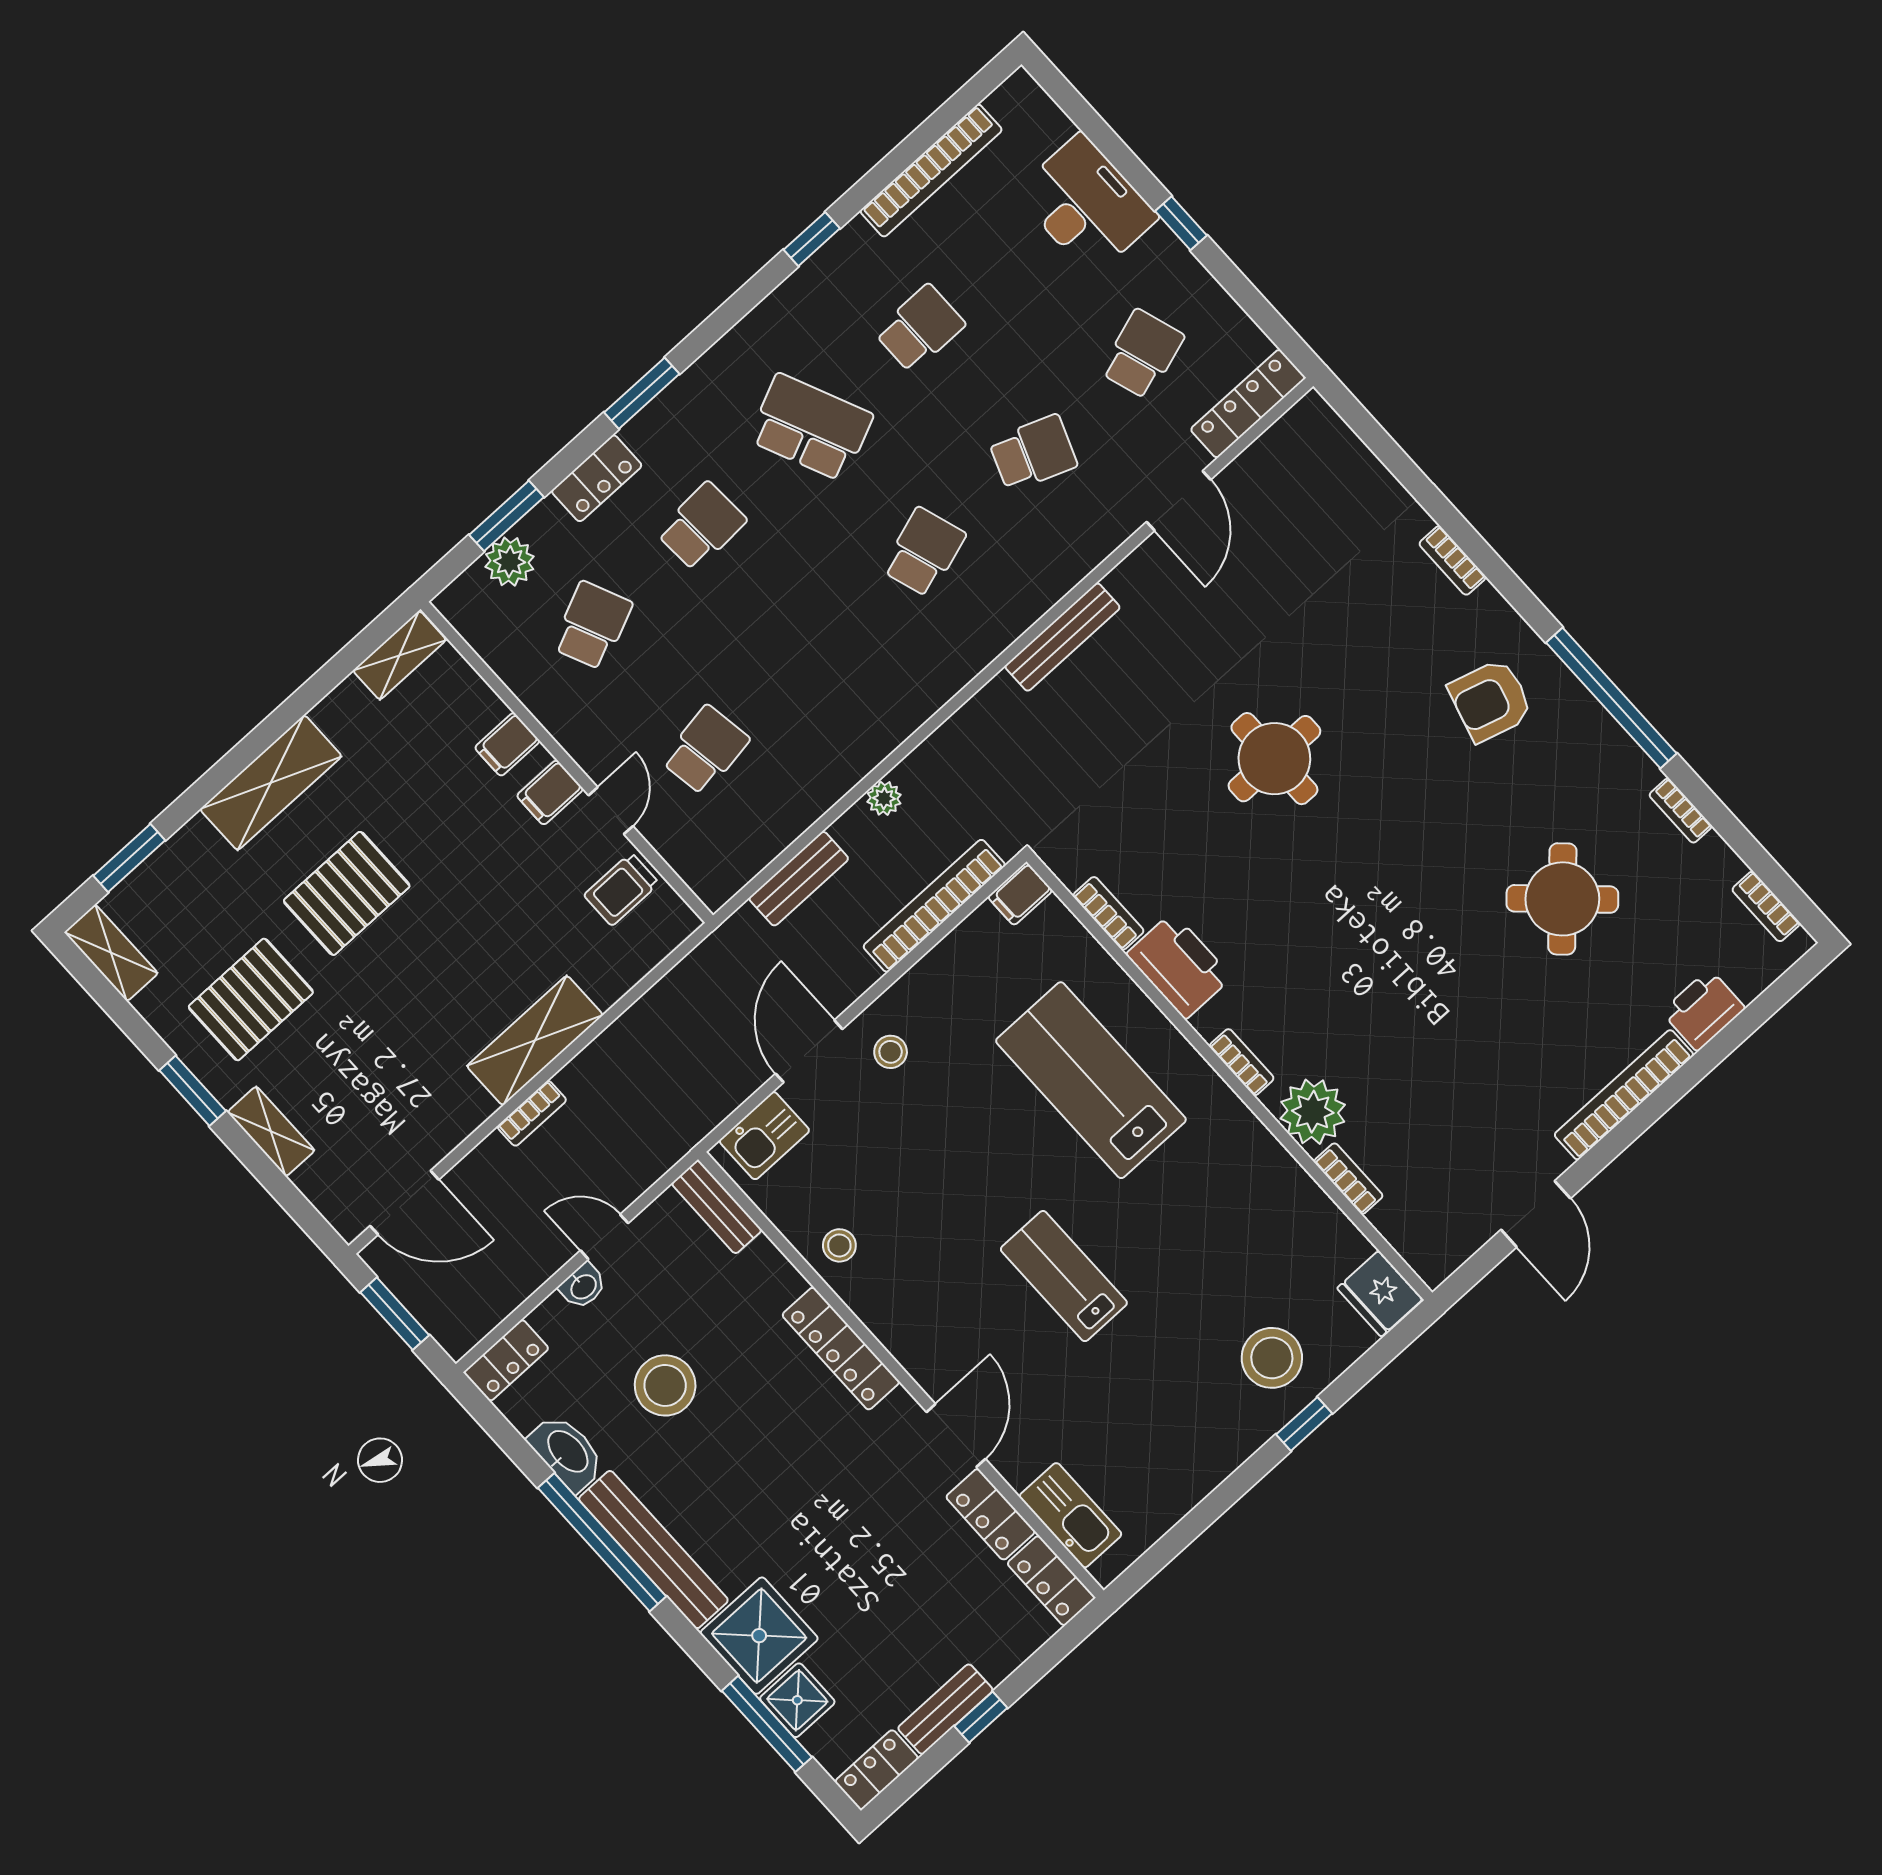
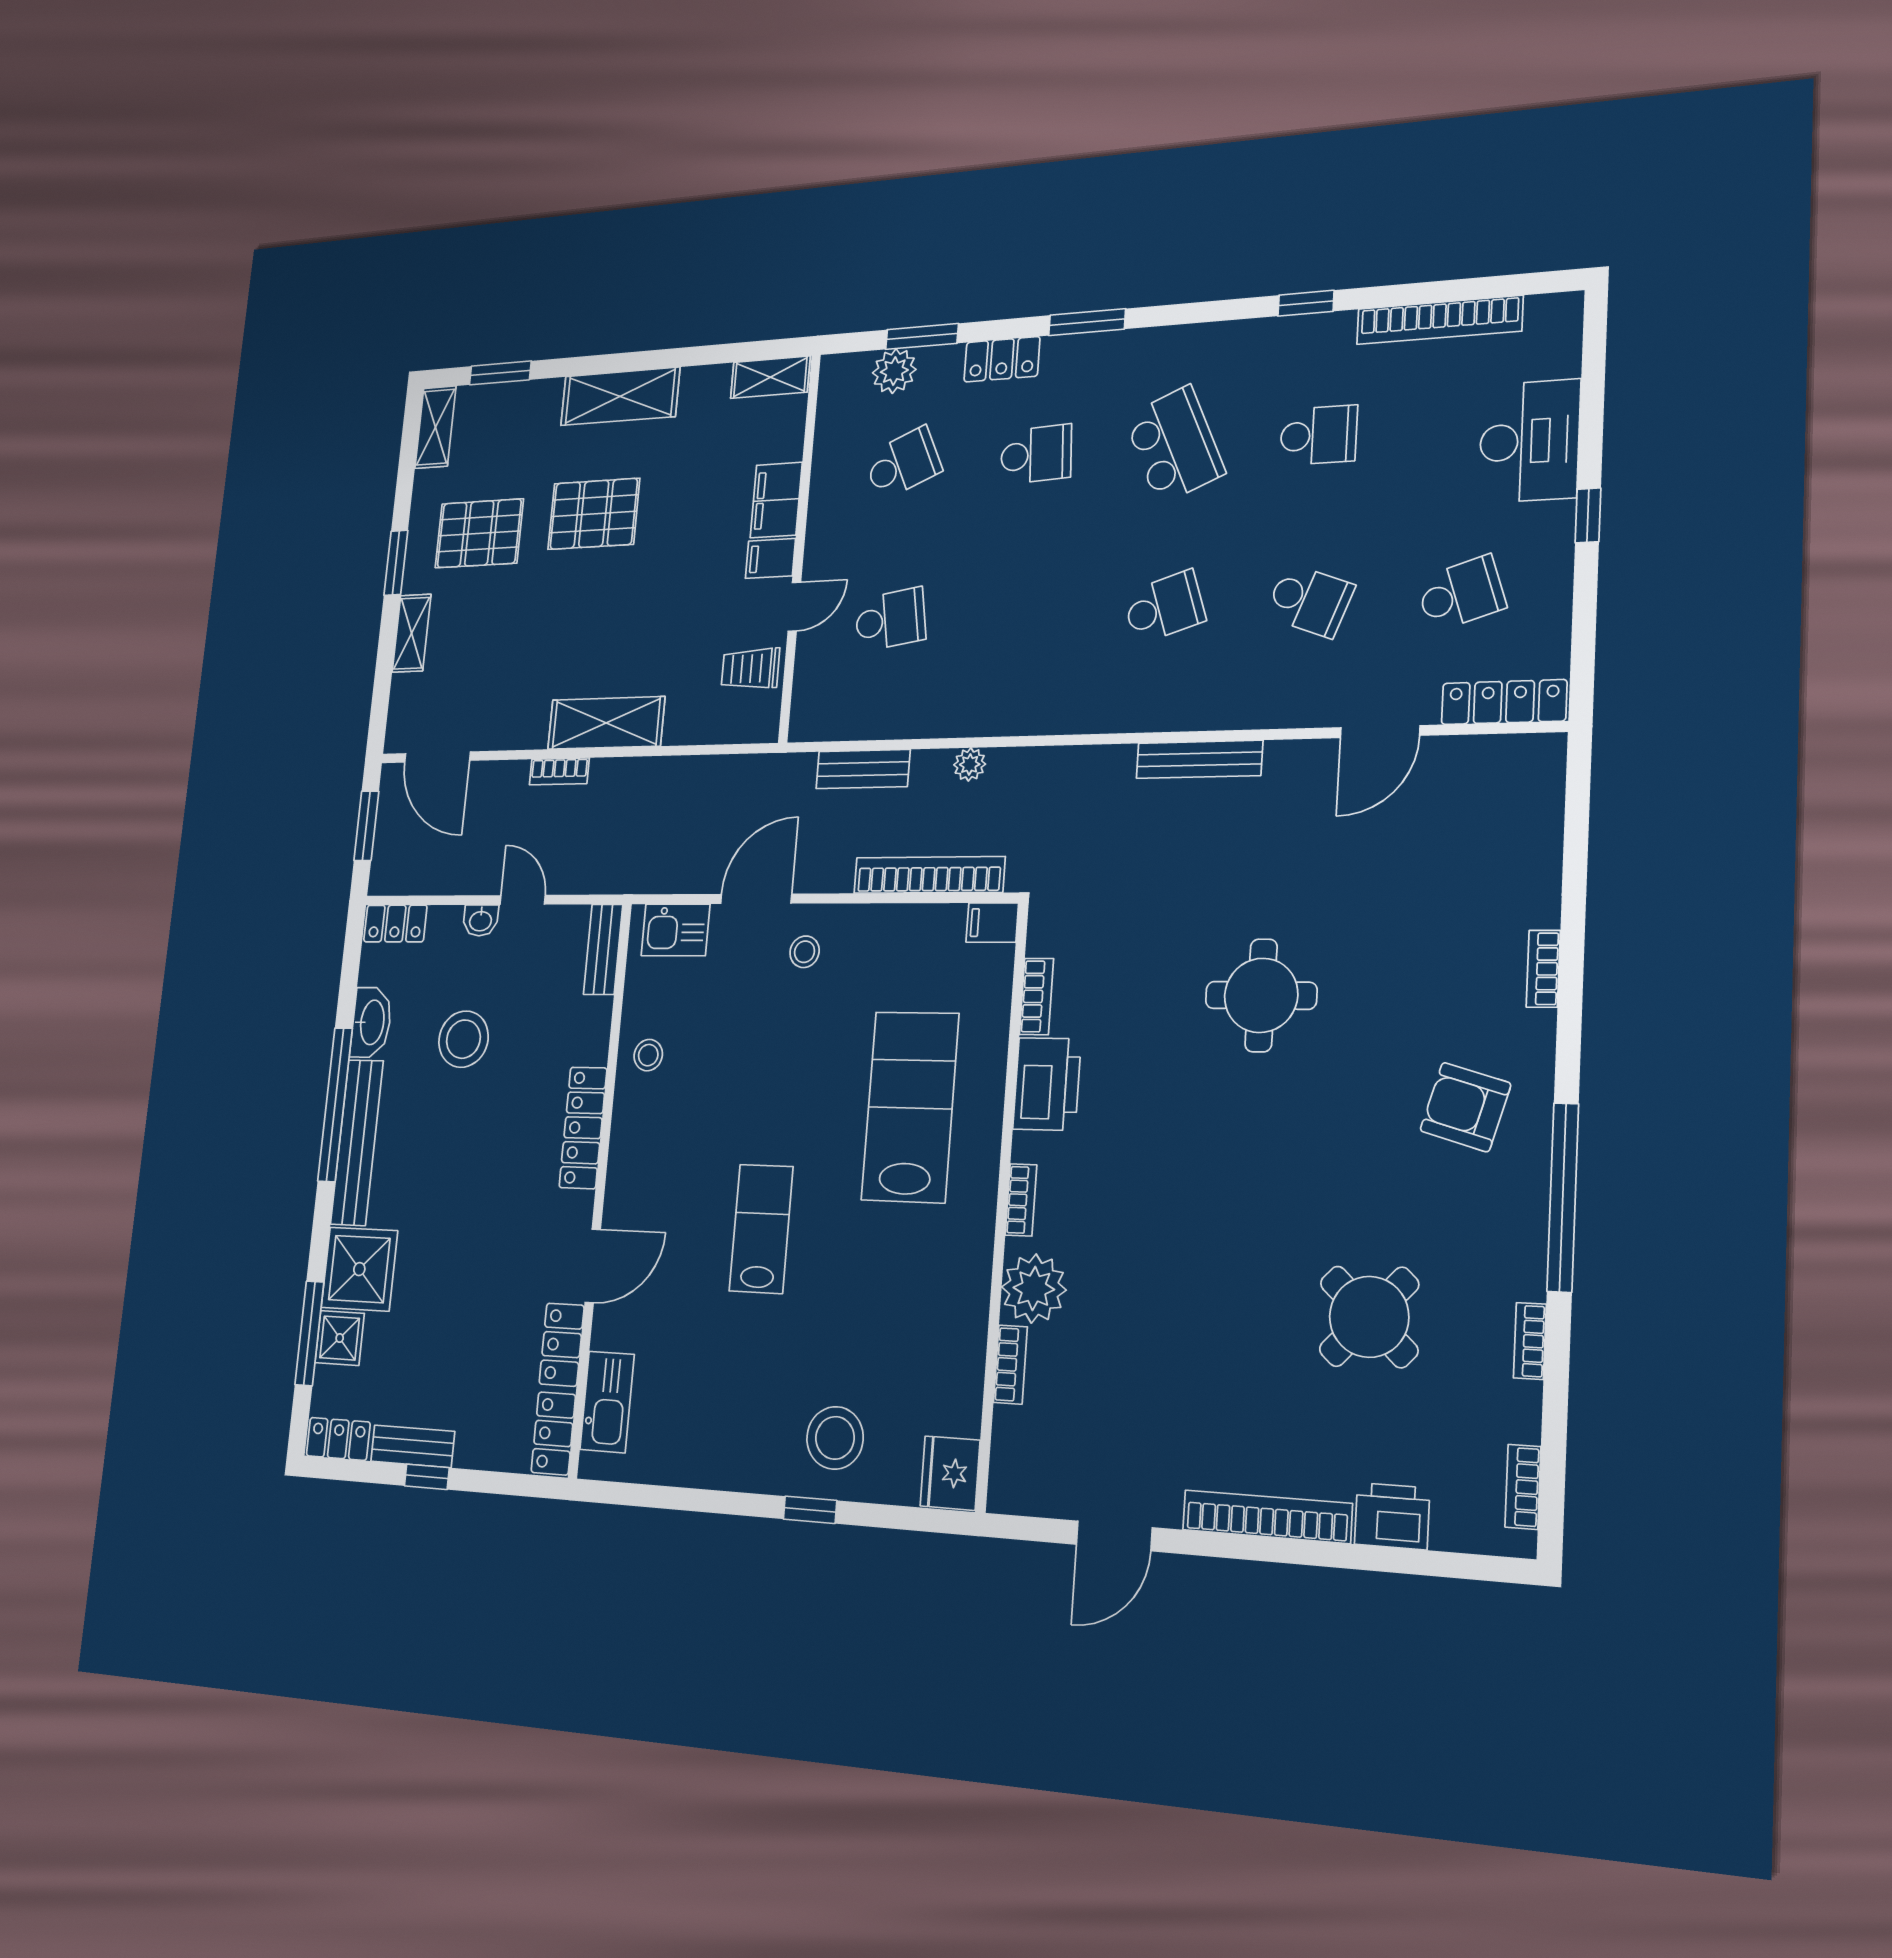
filing cabinet: (507, 744) -> (776, 500), width x2.00

